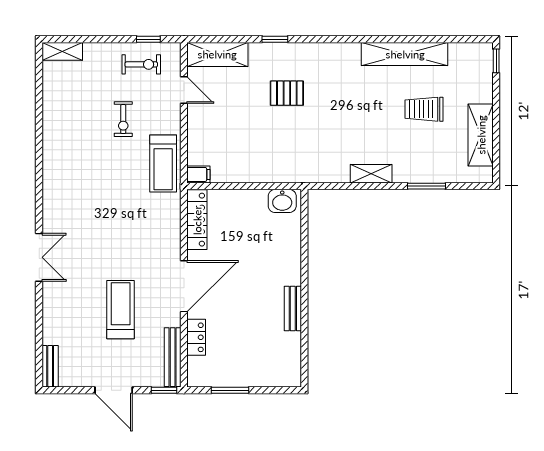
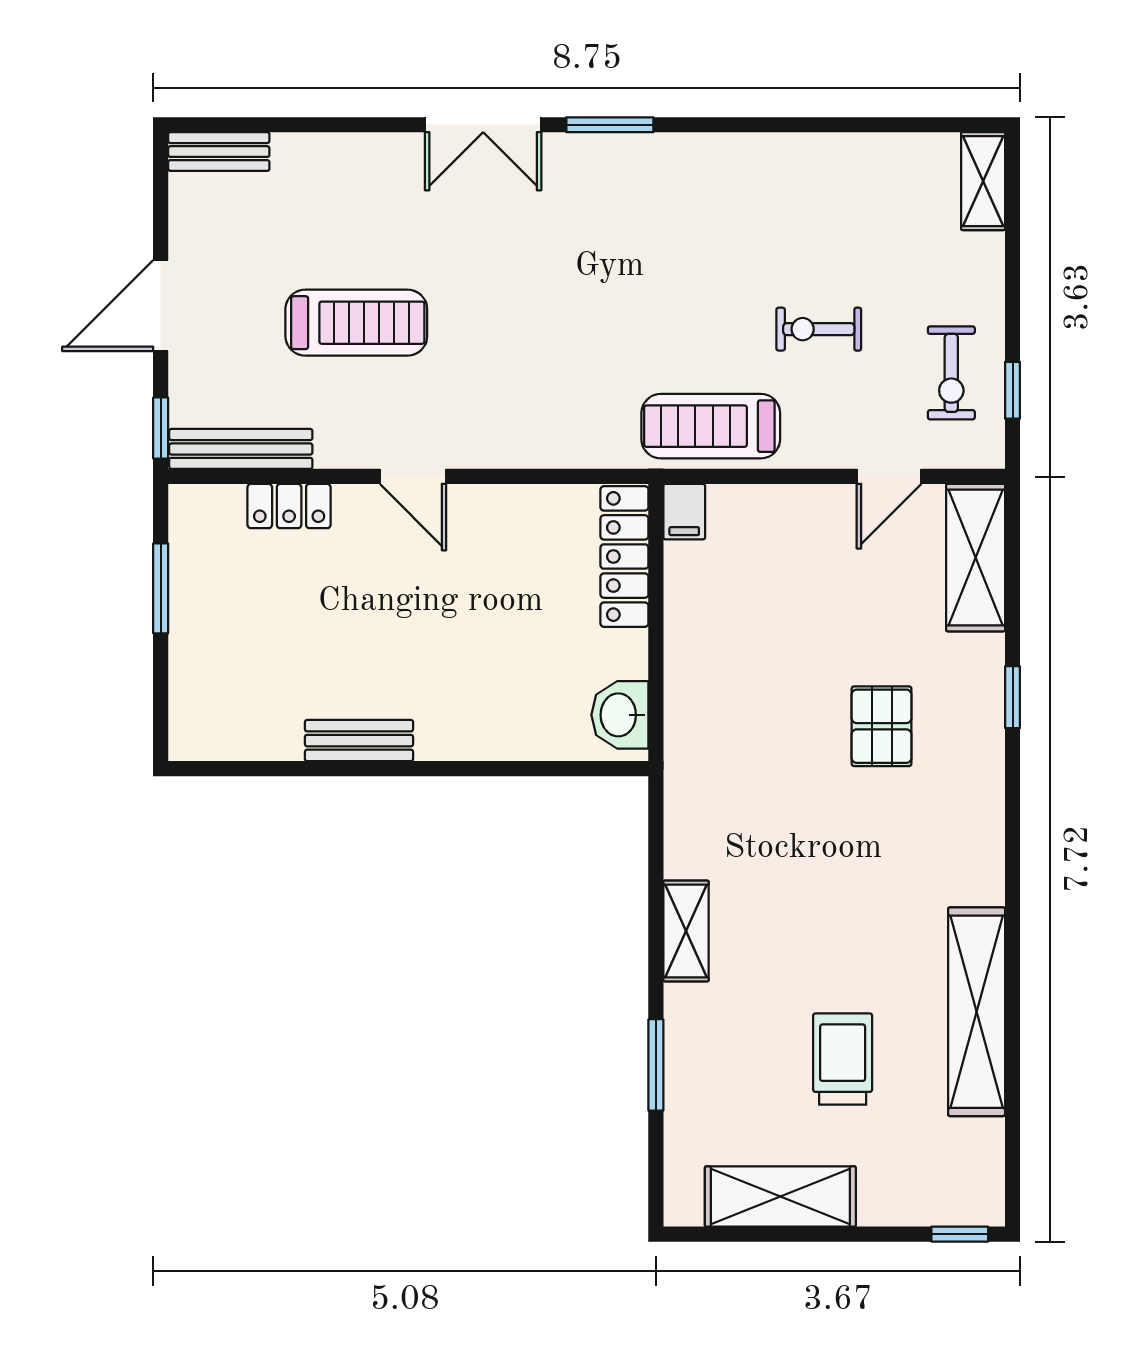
window: (39, 205) -> (610, 125), added
locker: (197, 220) -> (624, 557), moved, turned 90
door: (184, 286) -> (413, 476), width x0.53

